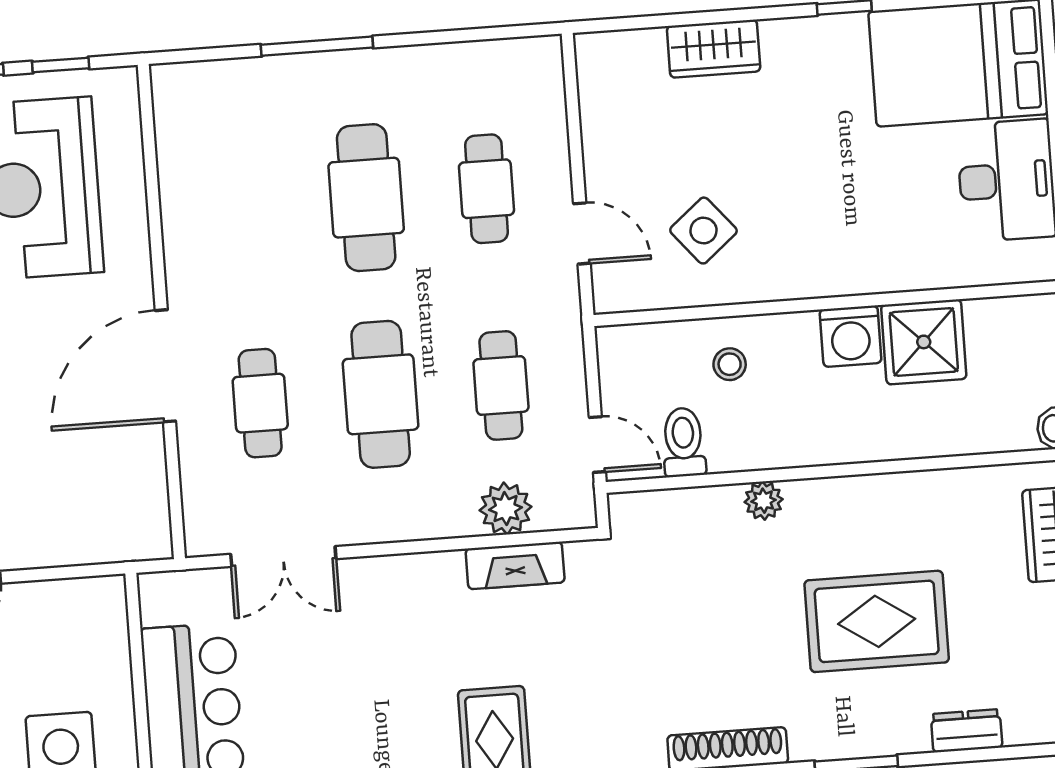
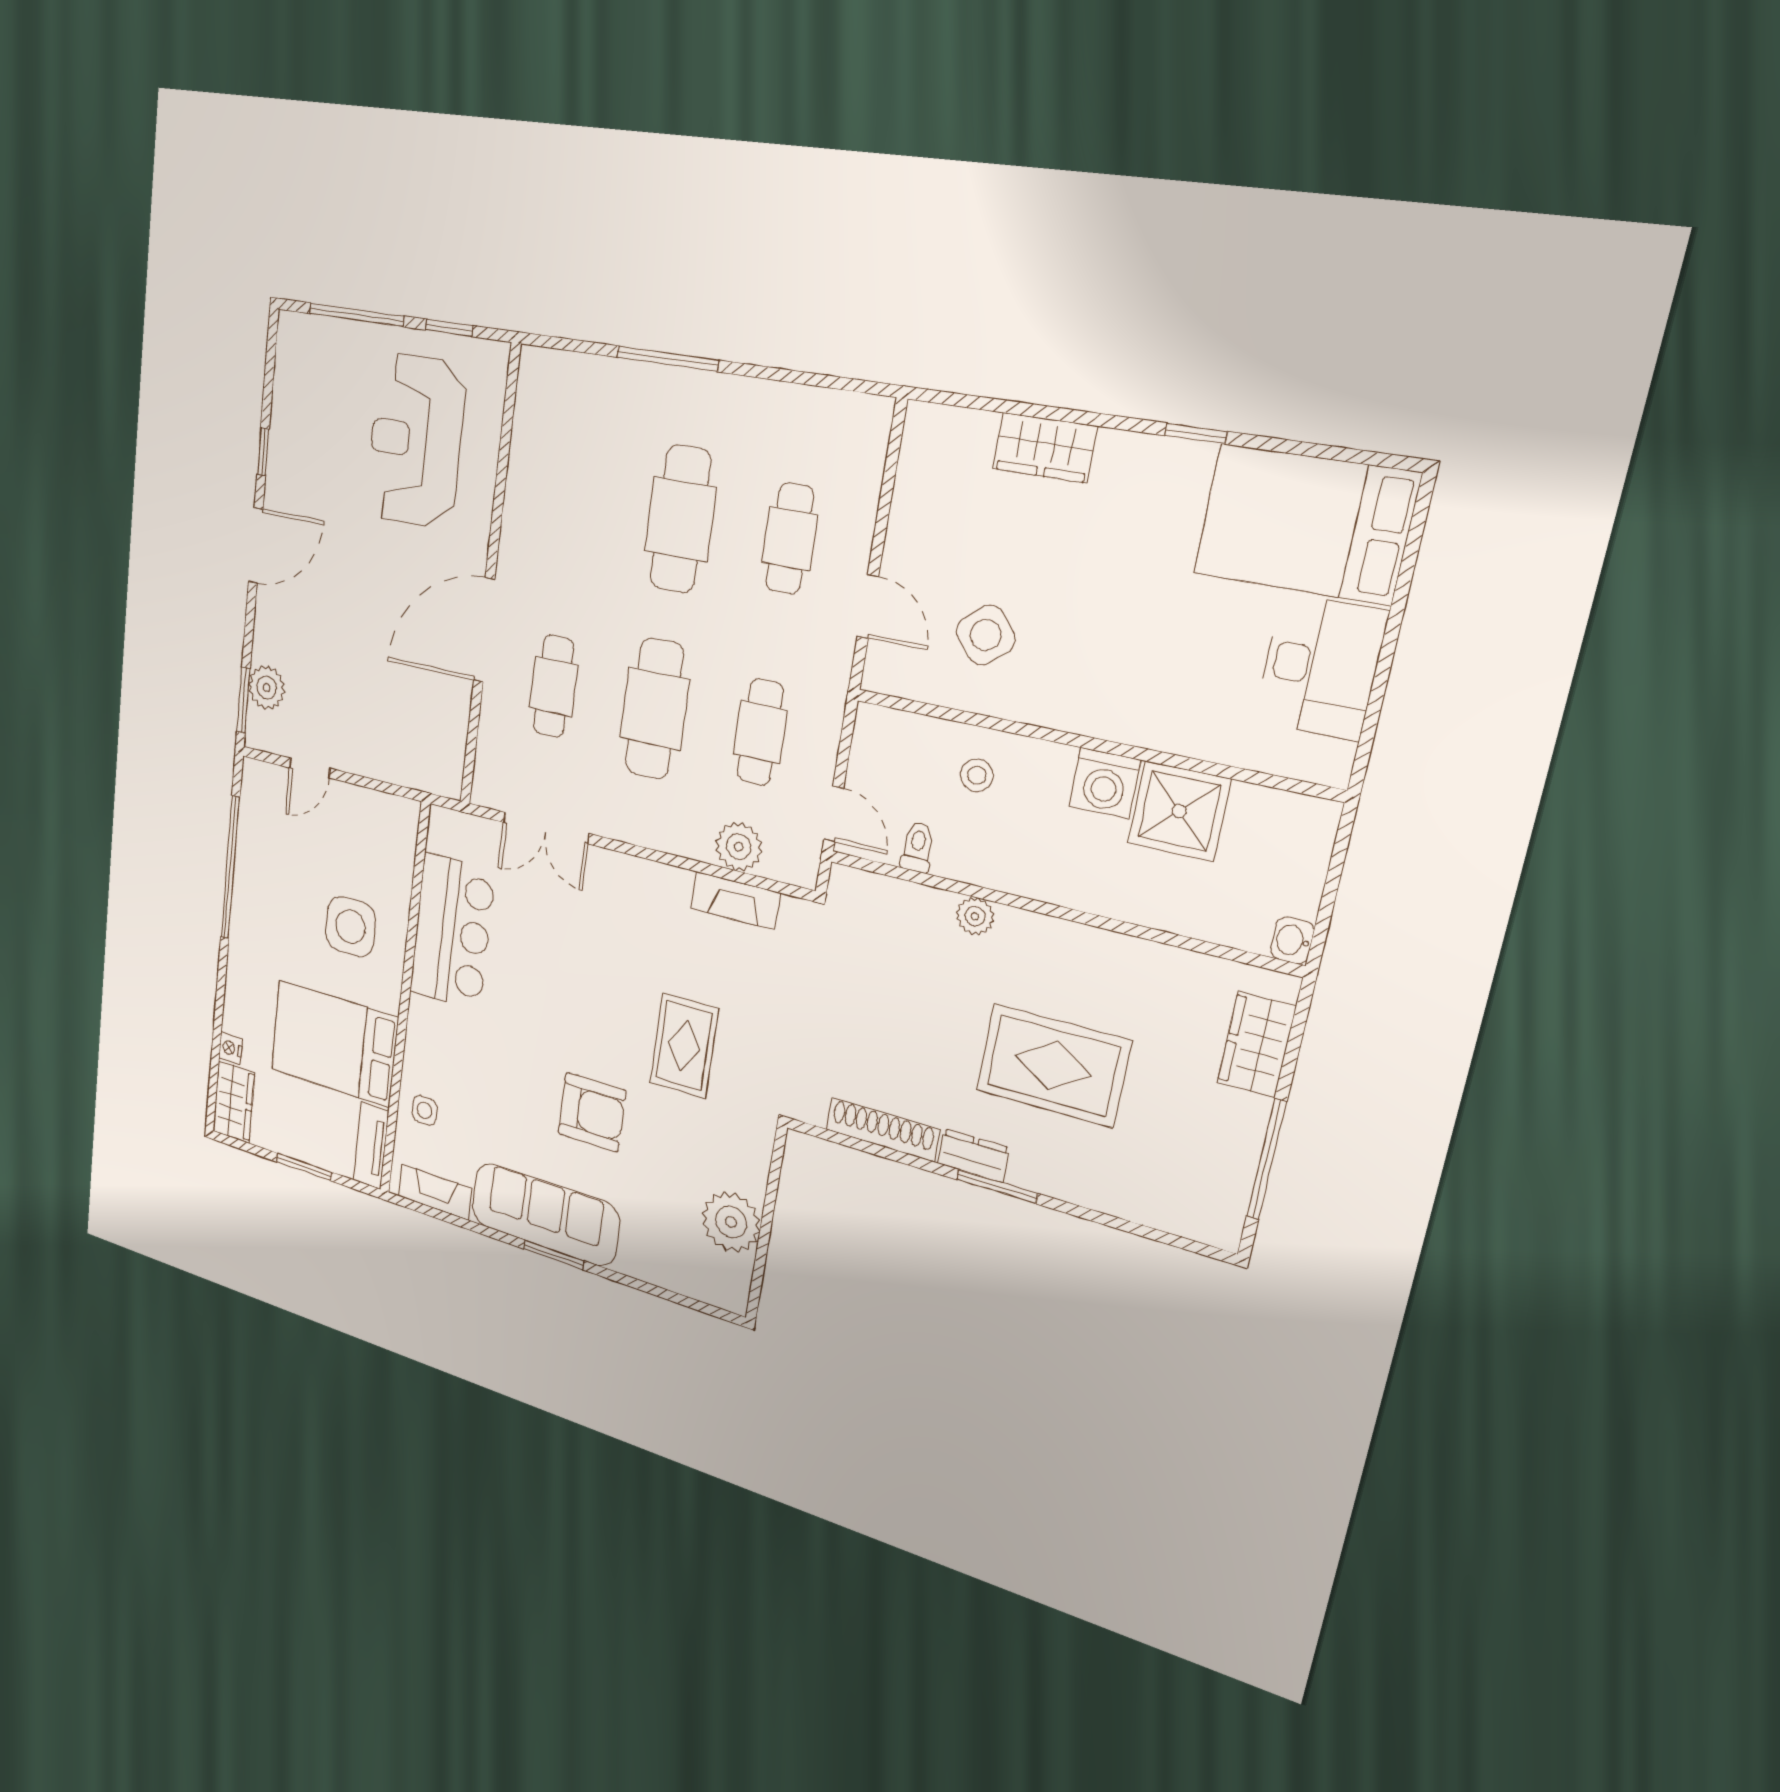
toilet: (684, 442) -> (917, 847), width x0.73, depth x0.72
dresser: (967, 731) -> (973, 1156), moved

